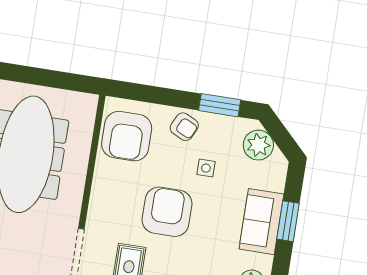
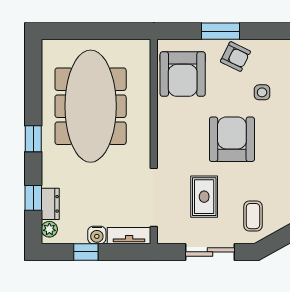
window: (220, 105) -> (220, 31), moved

